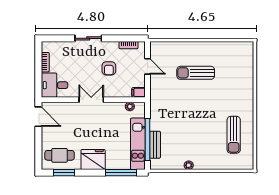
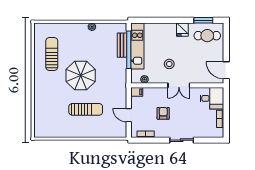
parasol: (201, 111) -> (81, 76), added
stool: (102, 124) -> (169, 64), added
fridge: (93, 160) -> (182, 30), width x0.53, depth x0.75
window: (121, 173) -> (152, 20), removed

